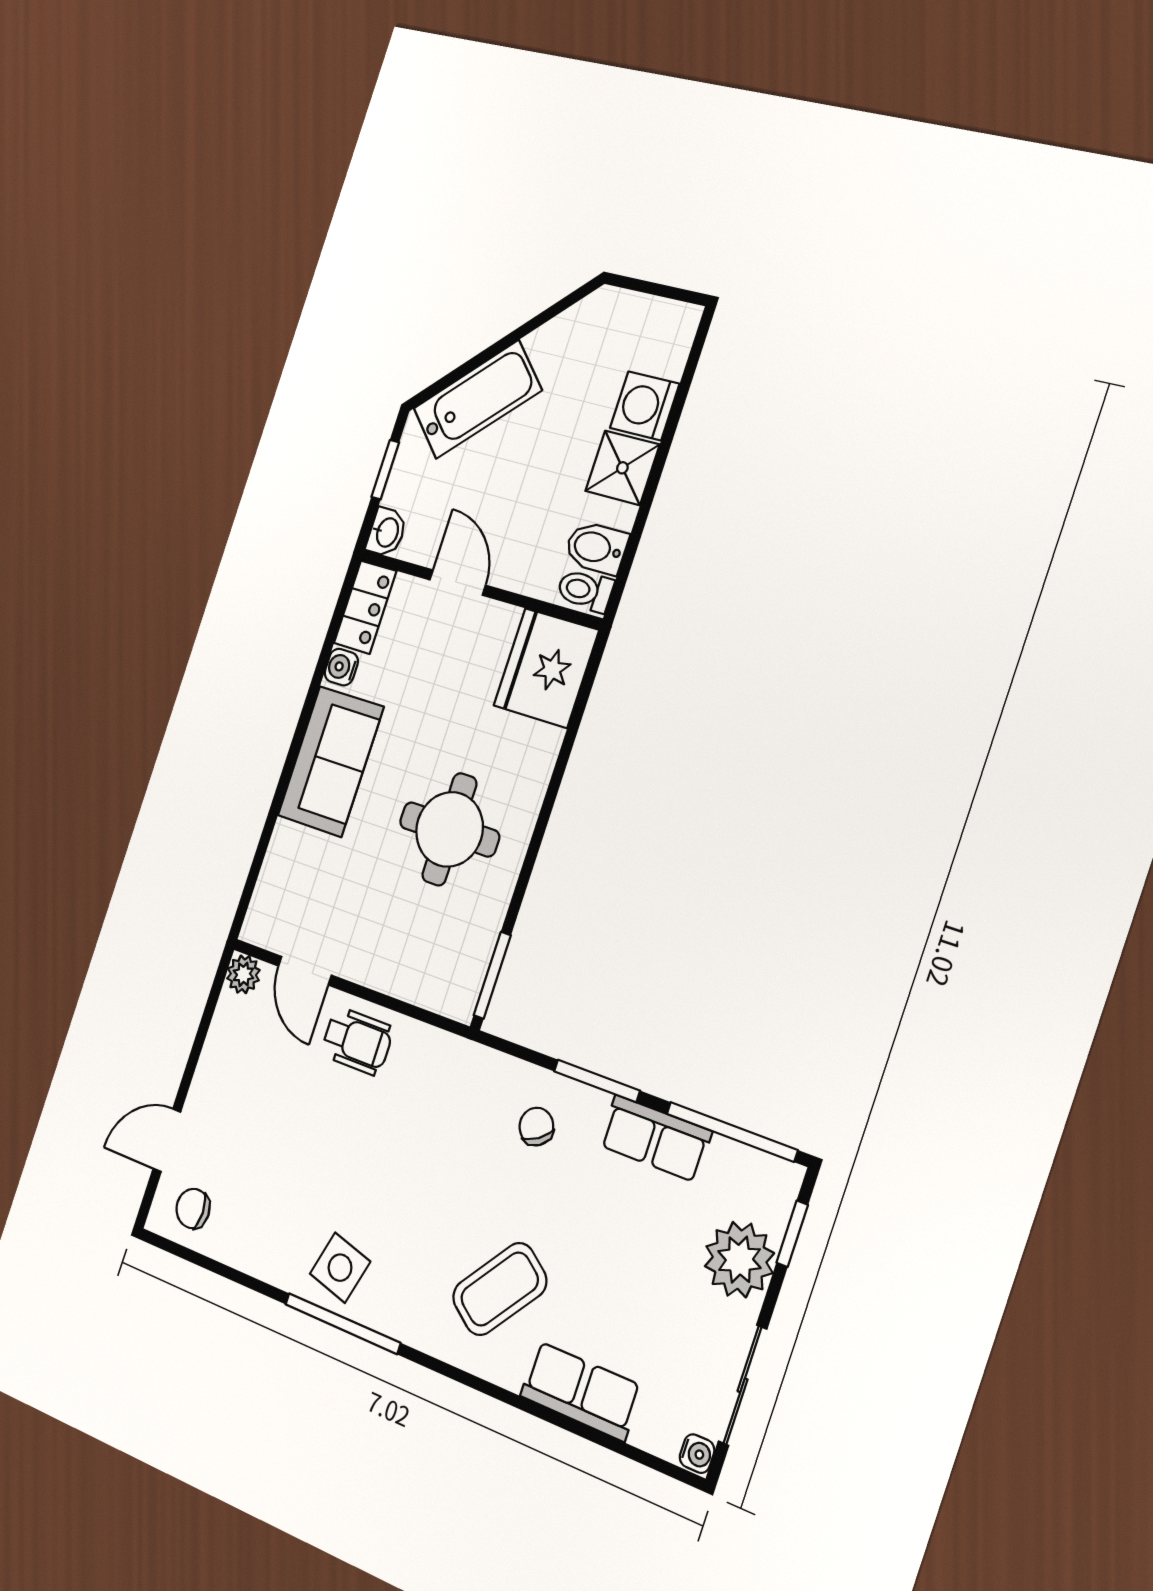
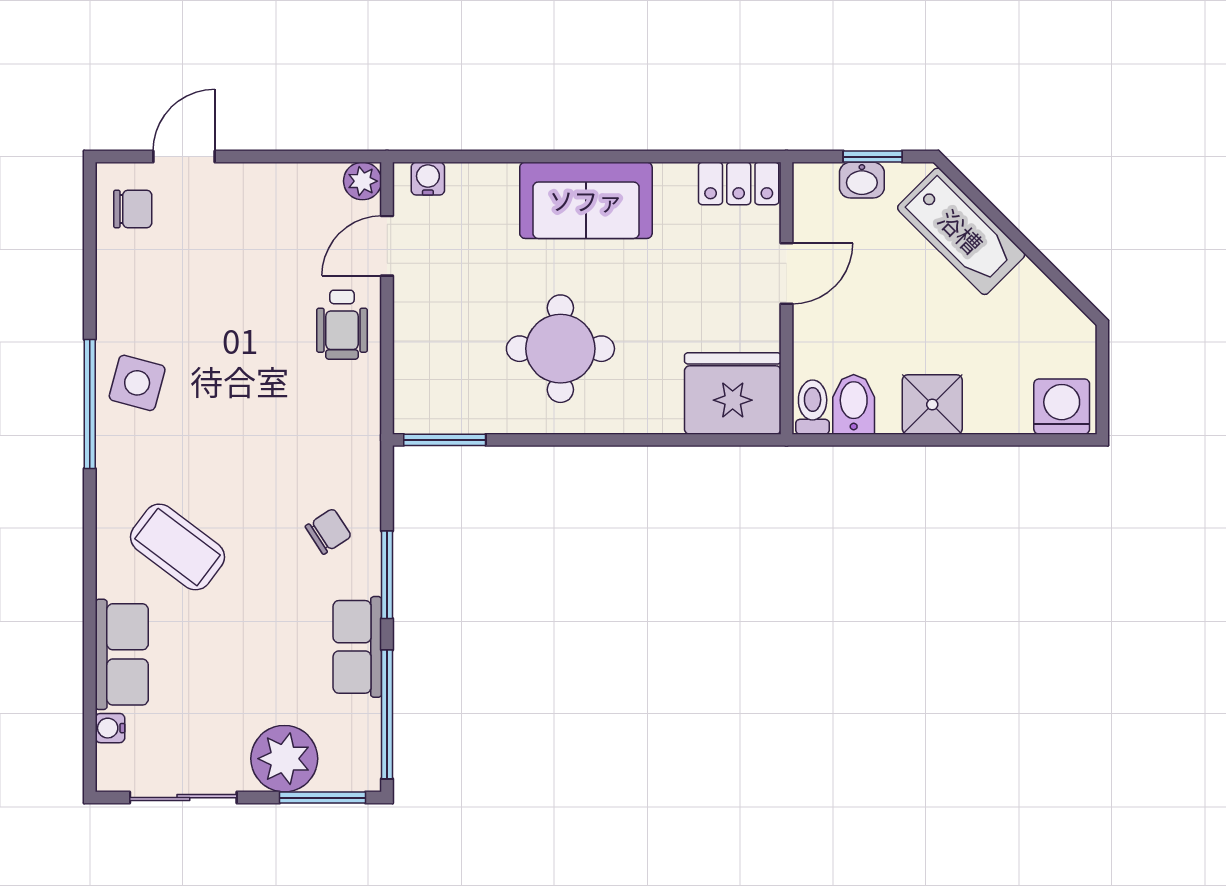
washing machine: (645, 406) -> (1062, 407), moved
washbasin: (387, 532) -> (862, 180), moved
water cooler: (341, 667) -> (428, 179), moved
door: (167, 1140) -> (184, 157), hinge flipped
chair: (193, 1209) -> (133, 209), turned 90
window: (792, 1234) -> (322, 798), width x1.50
water cooler: (697, 1454) -> (110, 728), moved, turned 90

